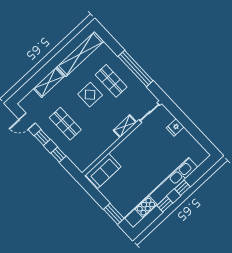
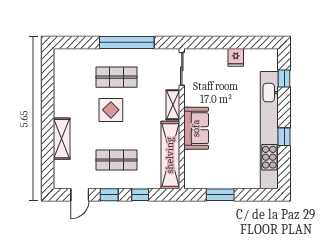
shelving: (80, 54) -> (170, 155), moved
fridge: (175, 127) -> (236, 57), moved
sofa: (103, 171) -> (196, 128), moved
window: (182, 188) -> (284, 79), moved
window: (114, 214) -> (220, 195), moved

